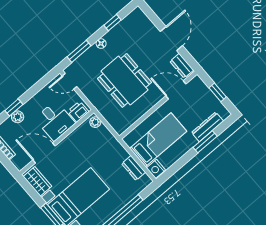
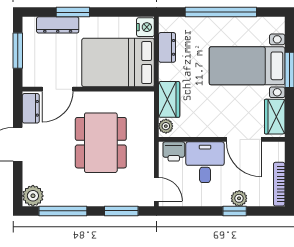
plant: (137, 16) -> (33, 196), added
window: (112, 23) -> (63, 211), width x2.17
floor lamp: (101, 44) -> (92, 200), removed
door: (176, 90) -> (58, 89), hinge flipped
window: (218, 92) -> (18, 51), width x1.50
wardrobe: (107, 139) -> (169, 99), added
bed: (158, 140) -> (118, 63), width x1.50

